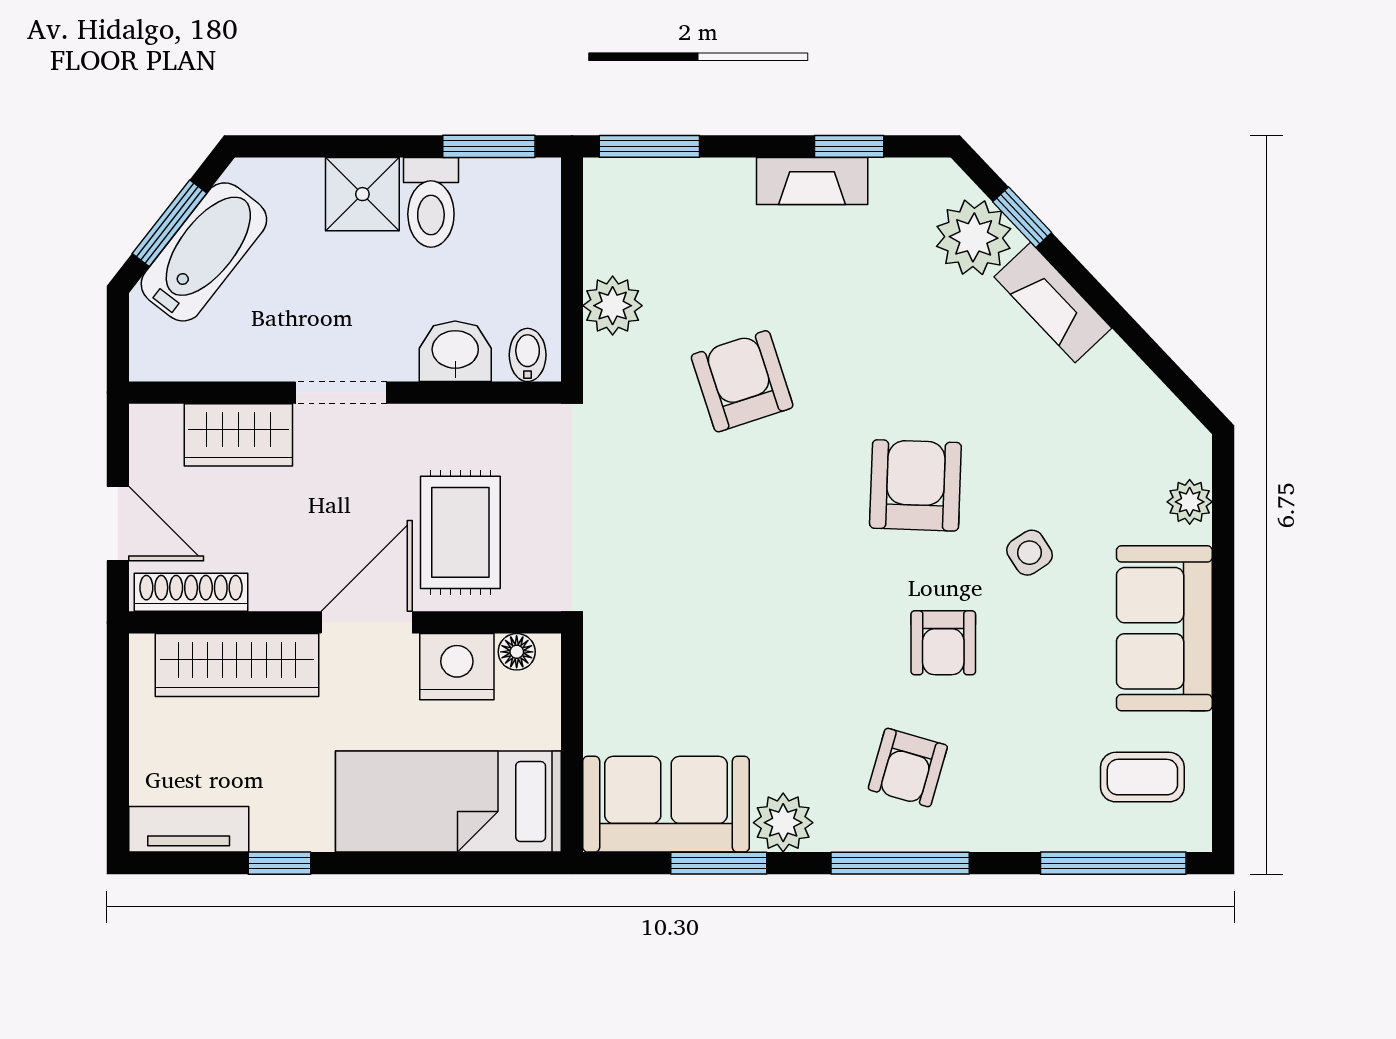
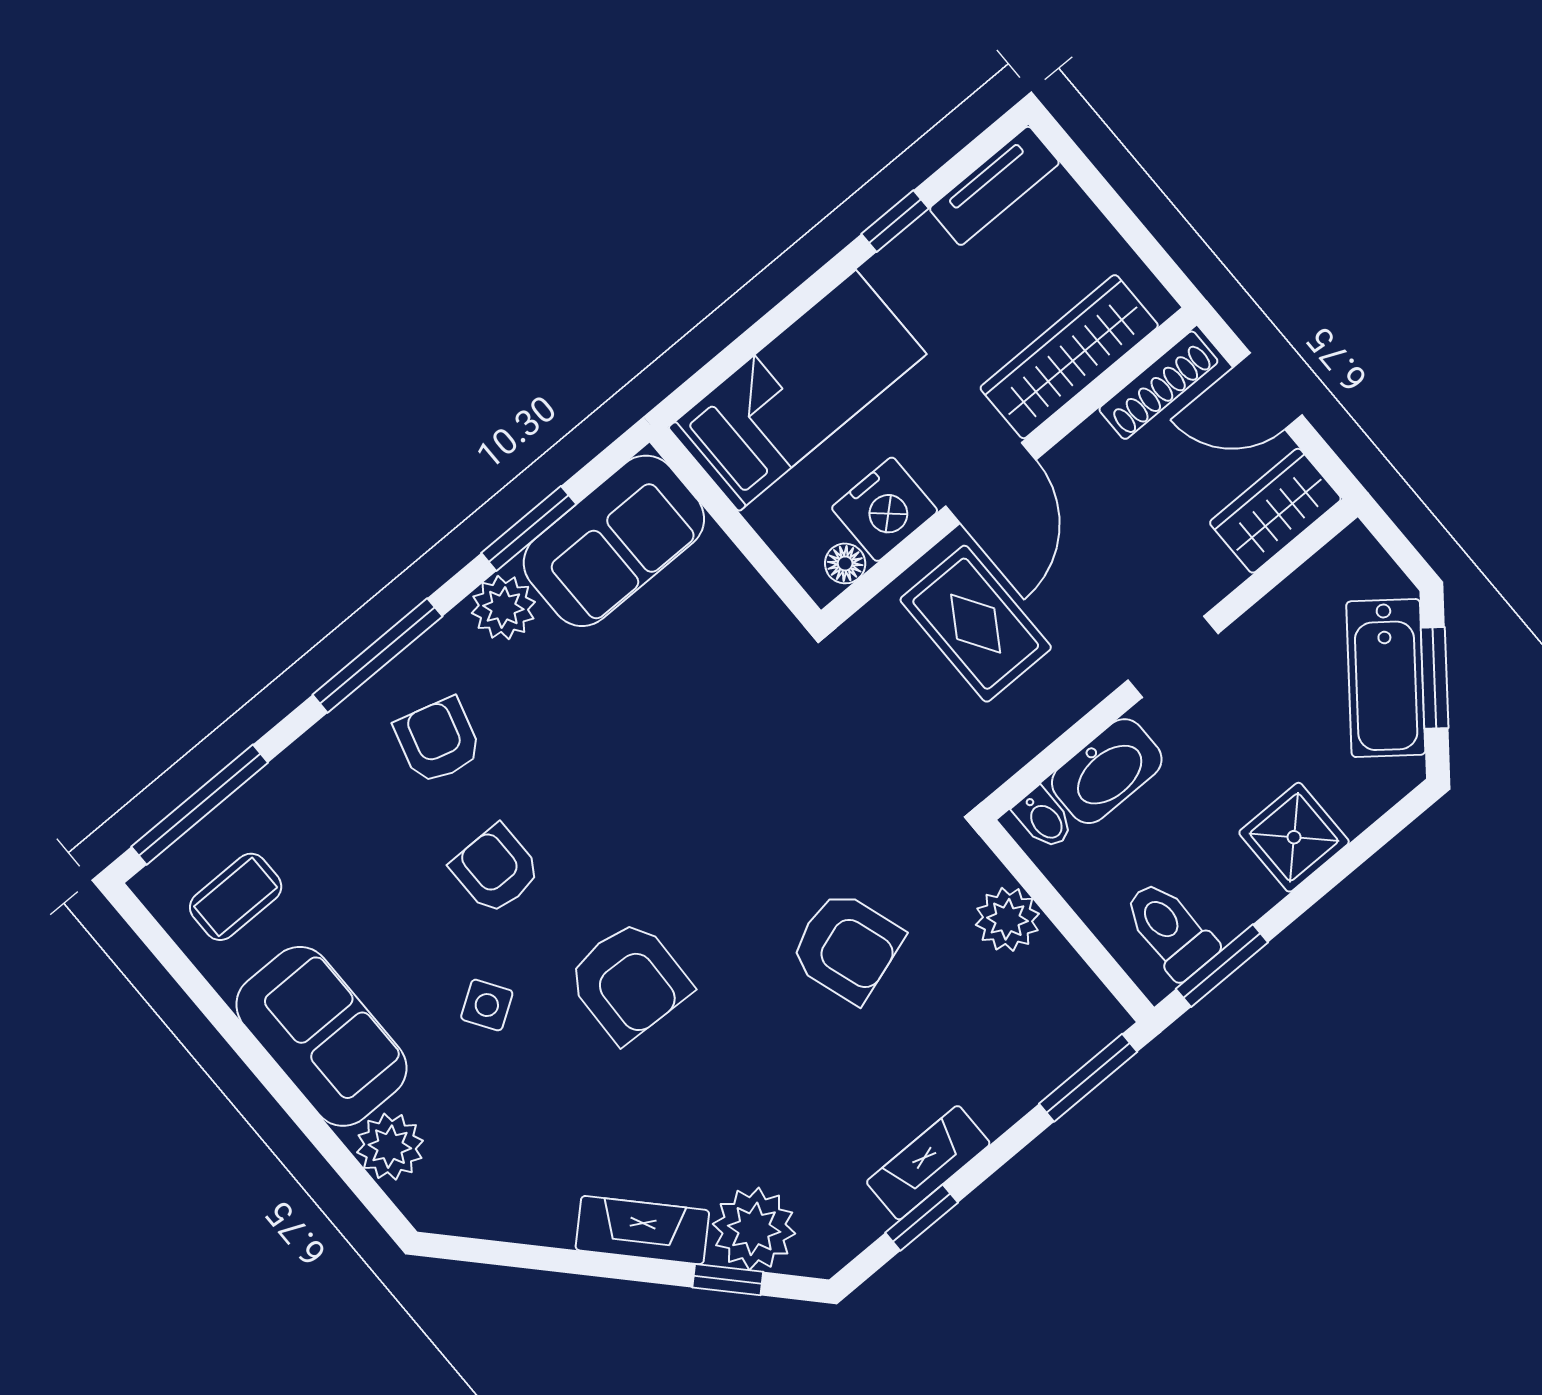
toilet: (431, 202) -> (1170, 930), moved
washbasin: (455, 351) -> (1107, 771), width x1.38
wardrobe: (238, 435) -> (1275, 511), moved
plant: (1190, 502) -> (390, 1147), width x1.38, depth x1.38

